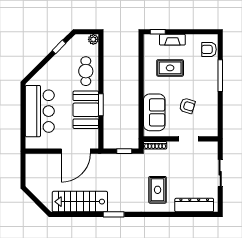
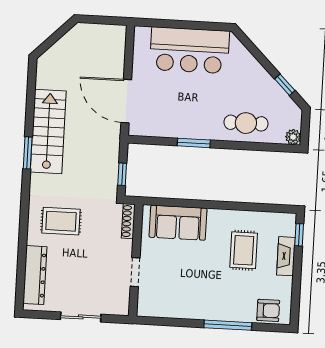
armchair: (209, 49) -> (268, 310), turned 90
armchair: (187, 106) -> (185, 273), removed
booth: (86, 110) -> (188, 120), removed
stairs: (80, 202) -> (48, 132), moved

